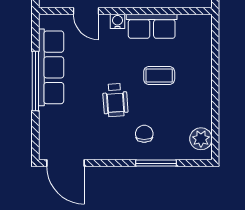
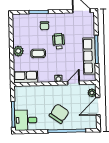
door: (86, 11) -> (73, 83), hinge flipped
row of seats: (152, 26) -> (26, 77), moved
plant: (201, 139) -> (18, 51), moved

